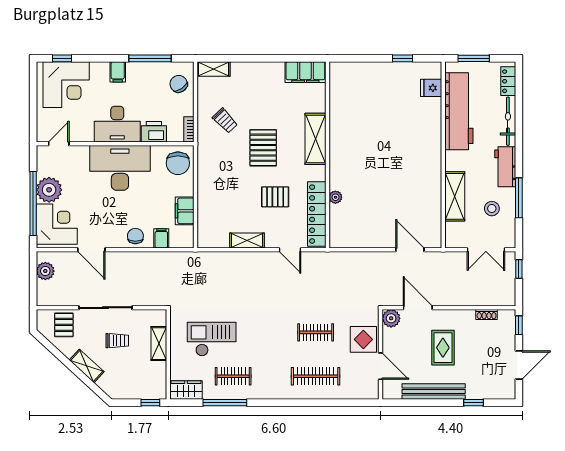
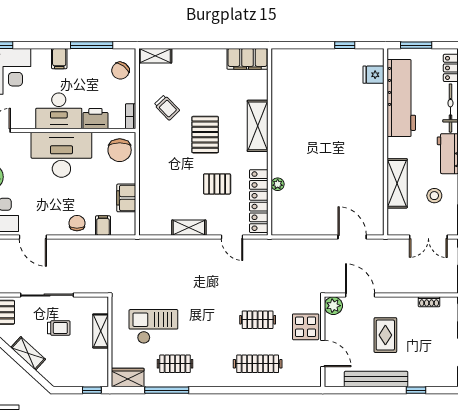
chair: (179, 84) -> (120, 71), turned -110

